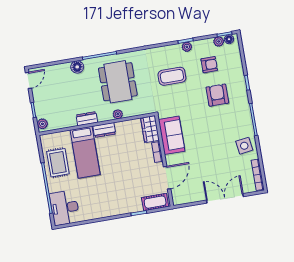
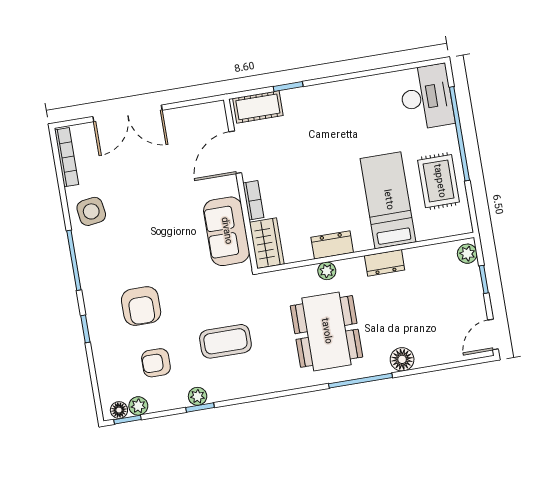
dresser: (104, 130) -> (332, 245), moved

